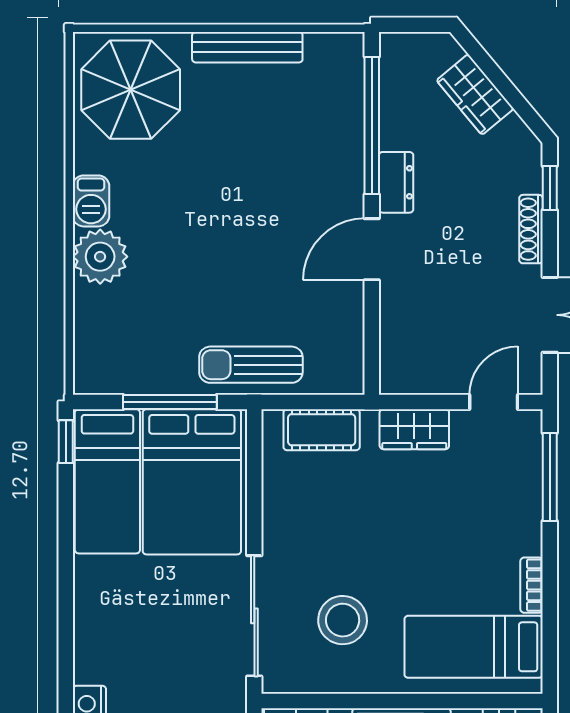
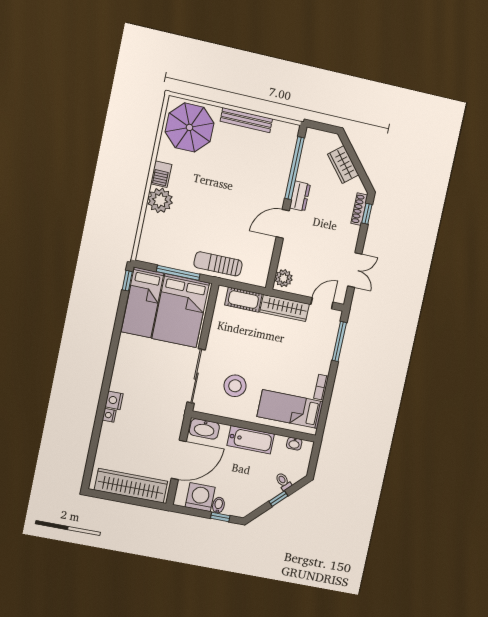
shoe rack: (531, 229) -> (359, 209), moved
plant: (399, 365) -> (284, 278), added
wardrobe: (414, 429) -> (285, 308), width x1.50

